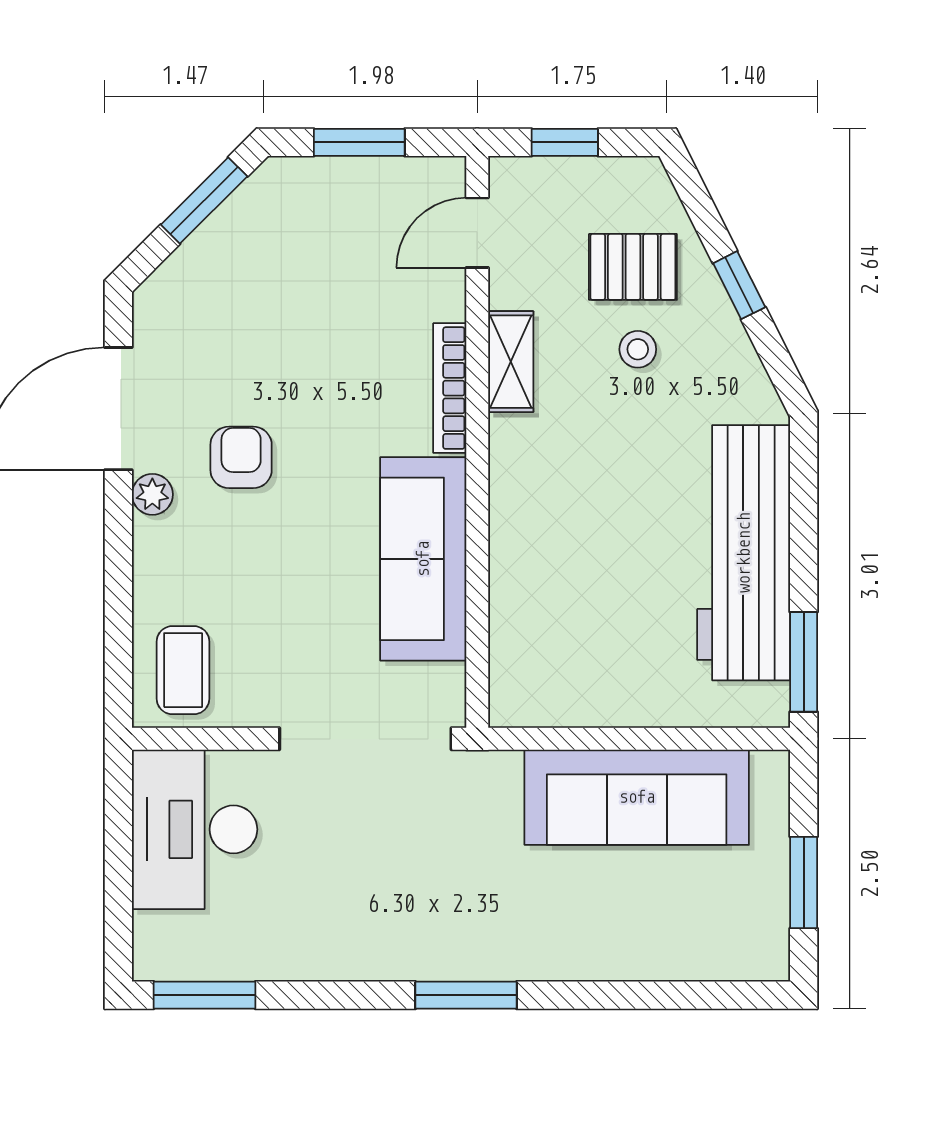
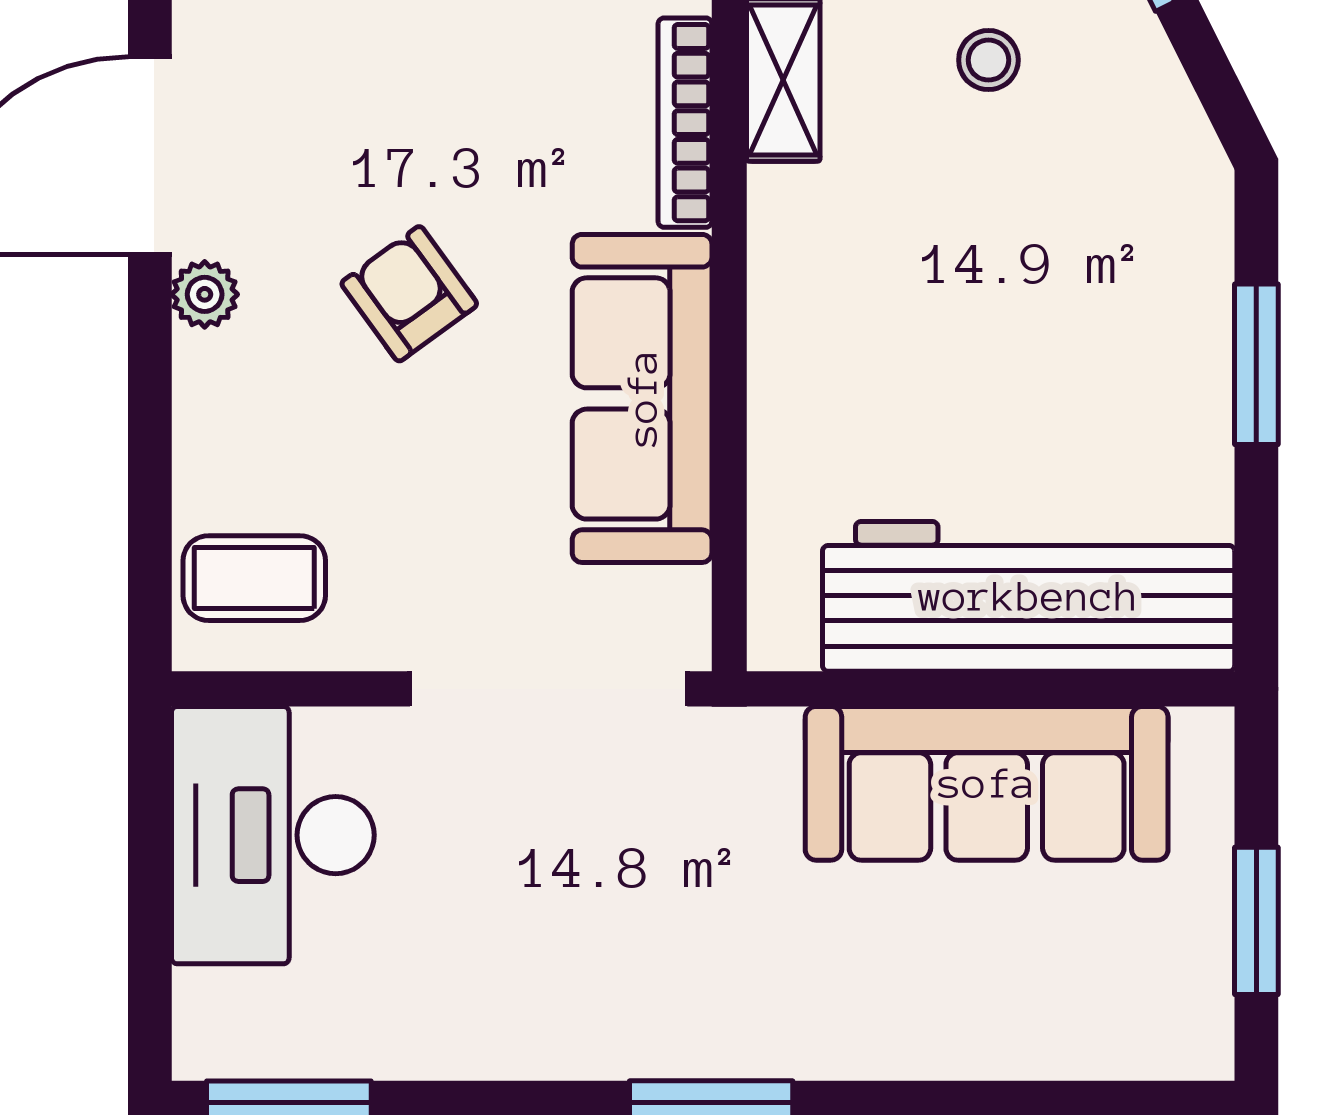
armchair: (241, 457) -> (409, 294), moved, turned -36
workbench: (744, 553) -> (1029, 596), moved, turned 90
window: (804, 662) -> (1256, 364), moved
coffee table: (183, 670) -> (254, 578), turned 90

